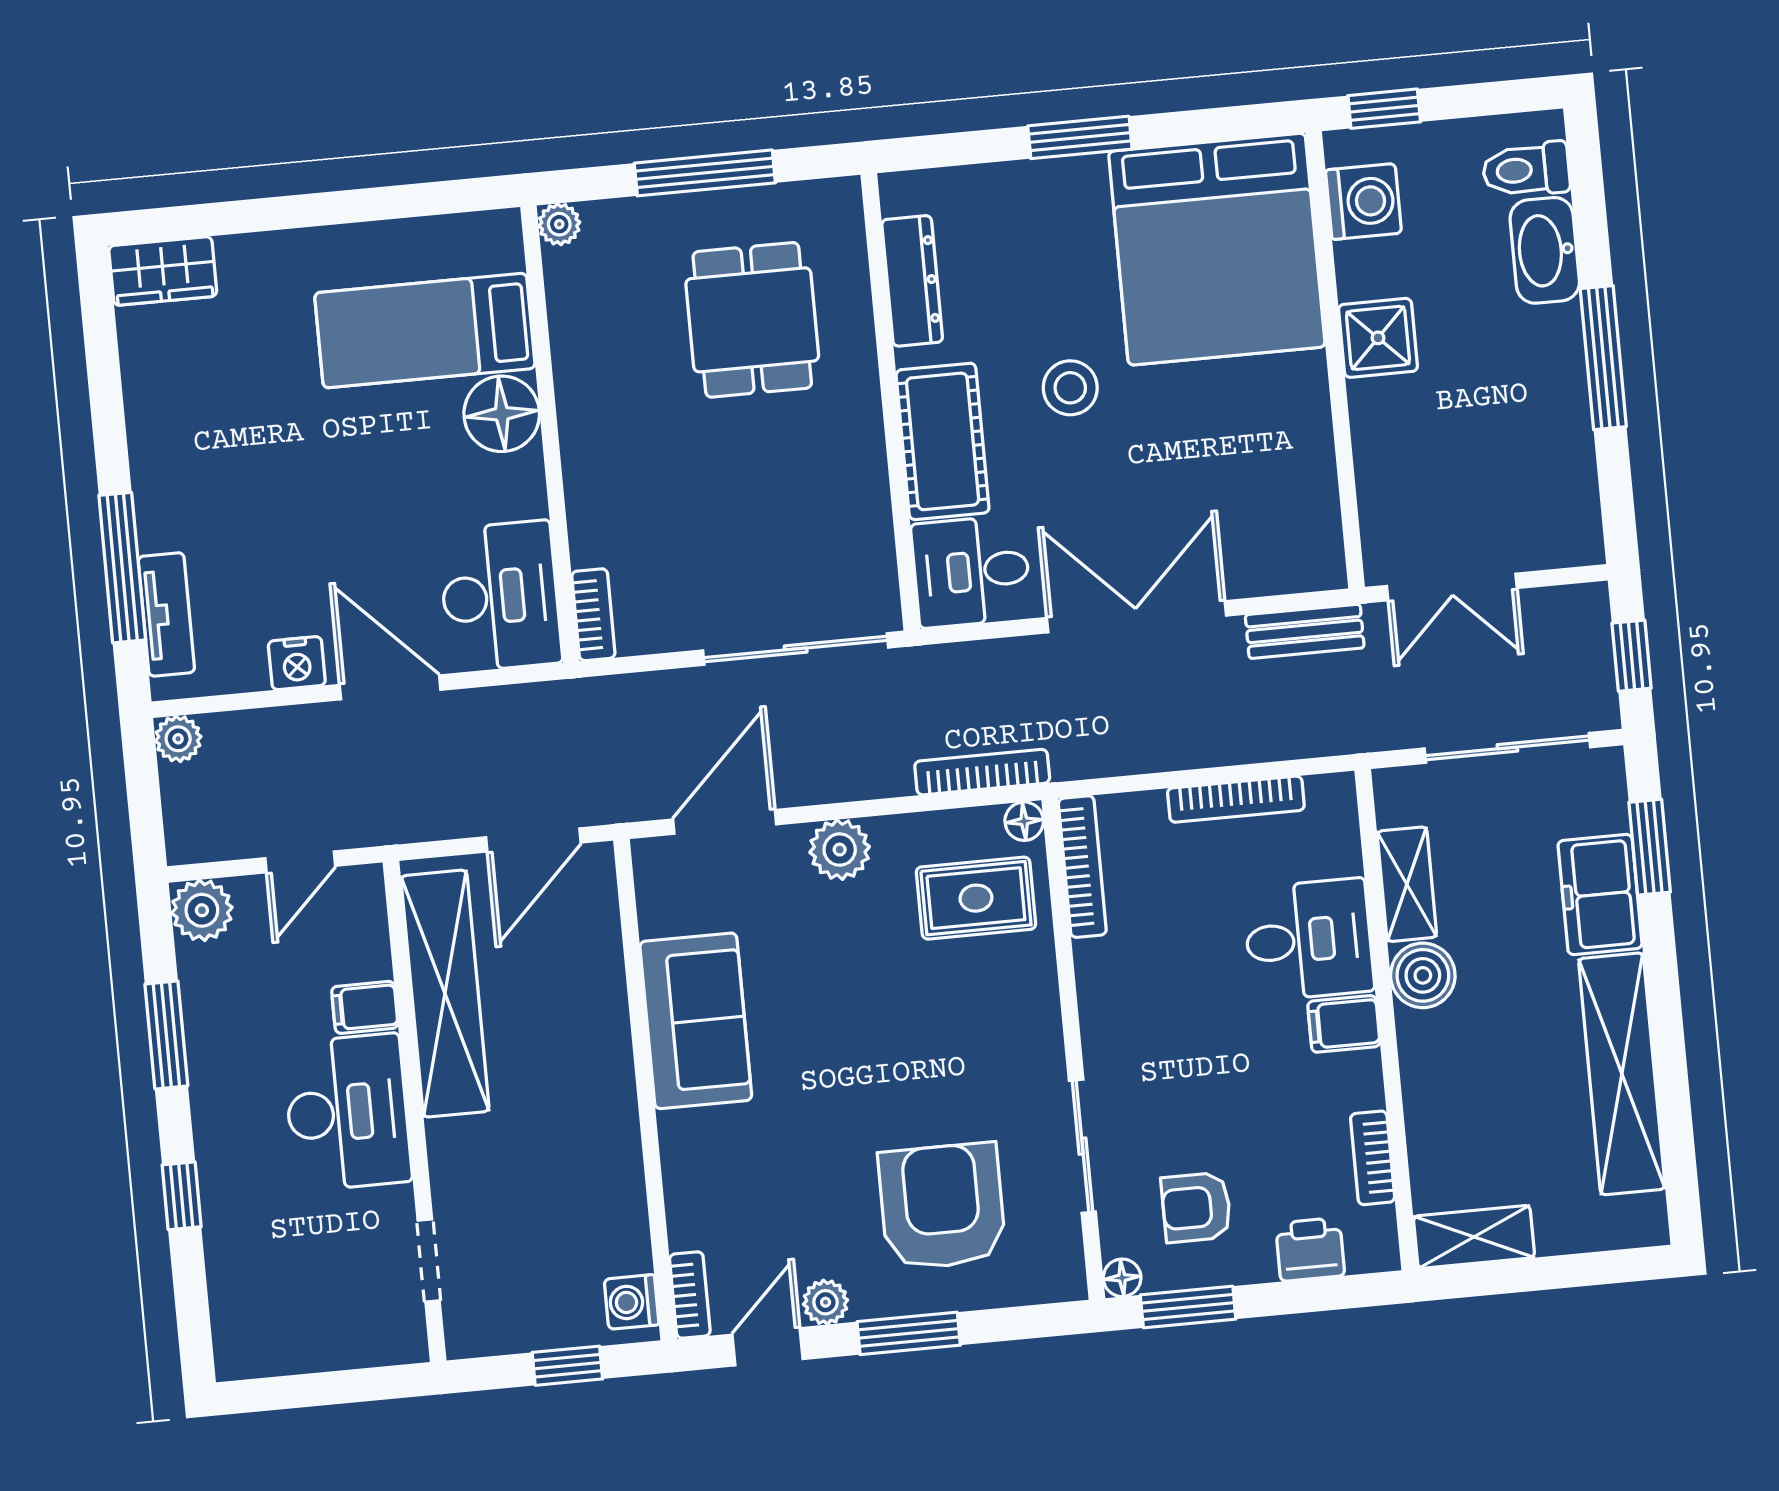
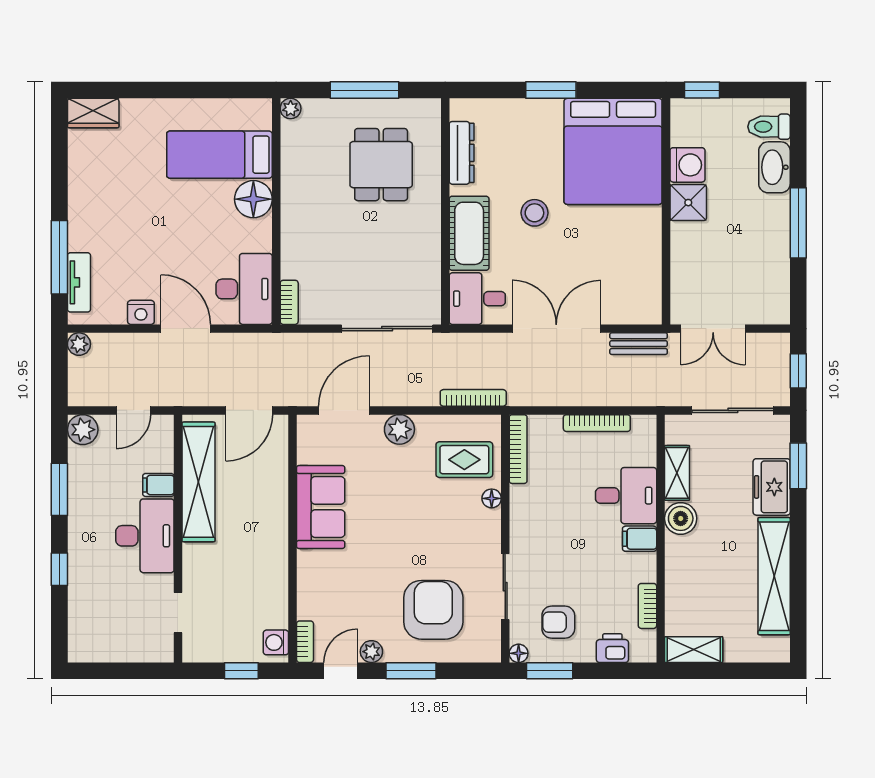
washing machine: (1364, 202) -> (687, 165), moved
floor lamp: (1024, 821) -> (492, 498), moved

